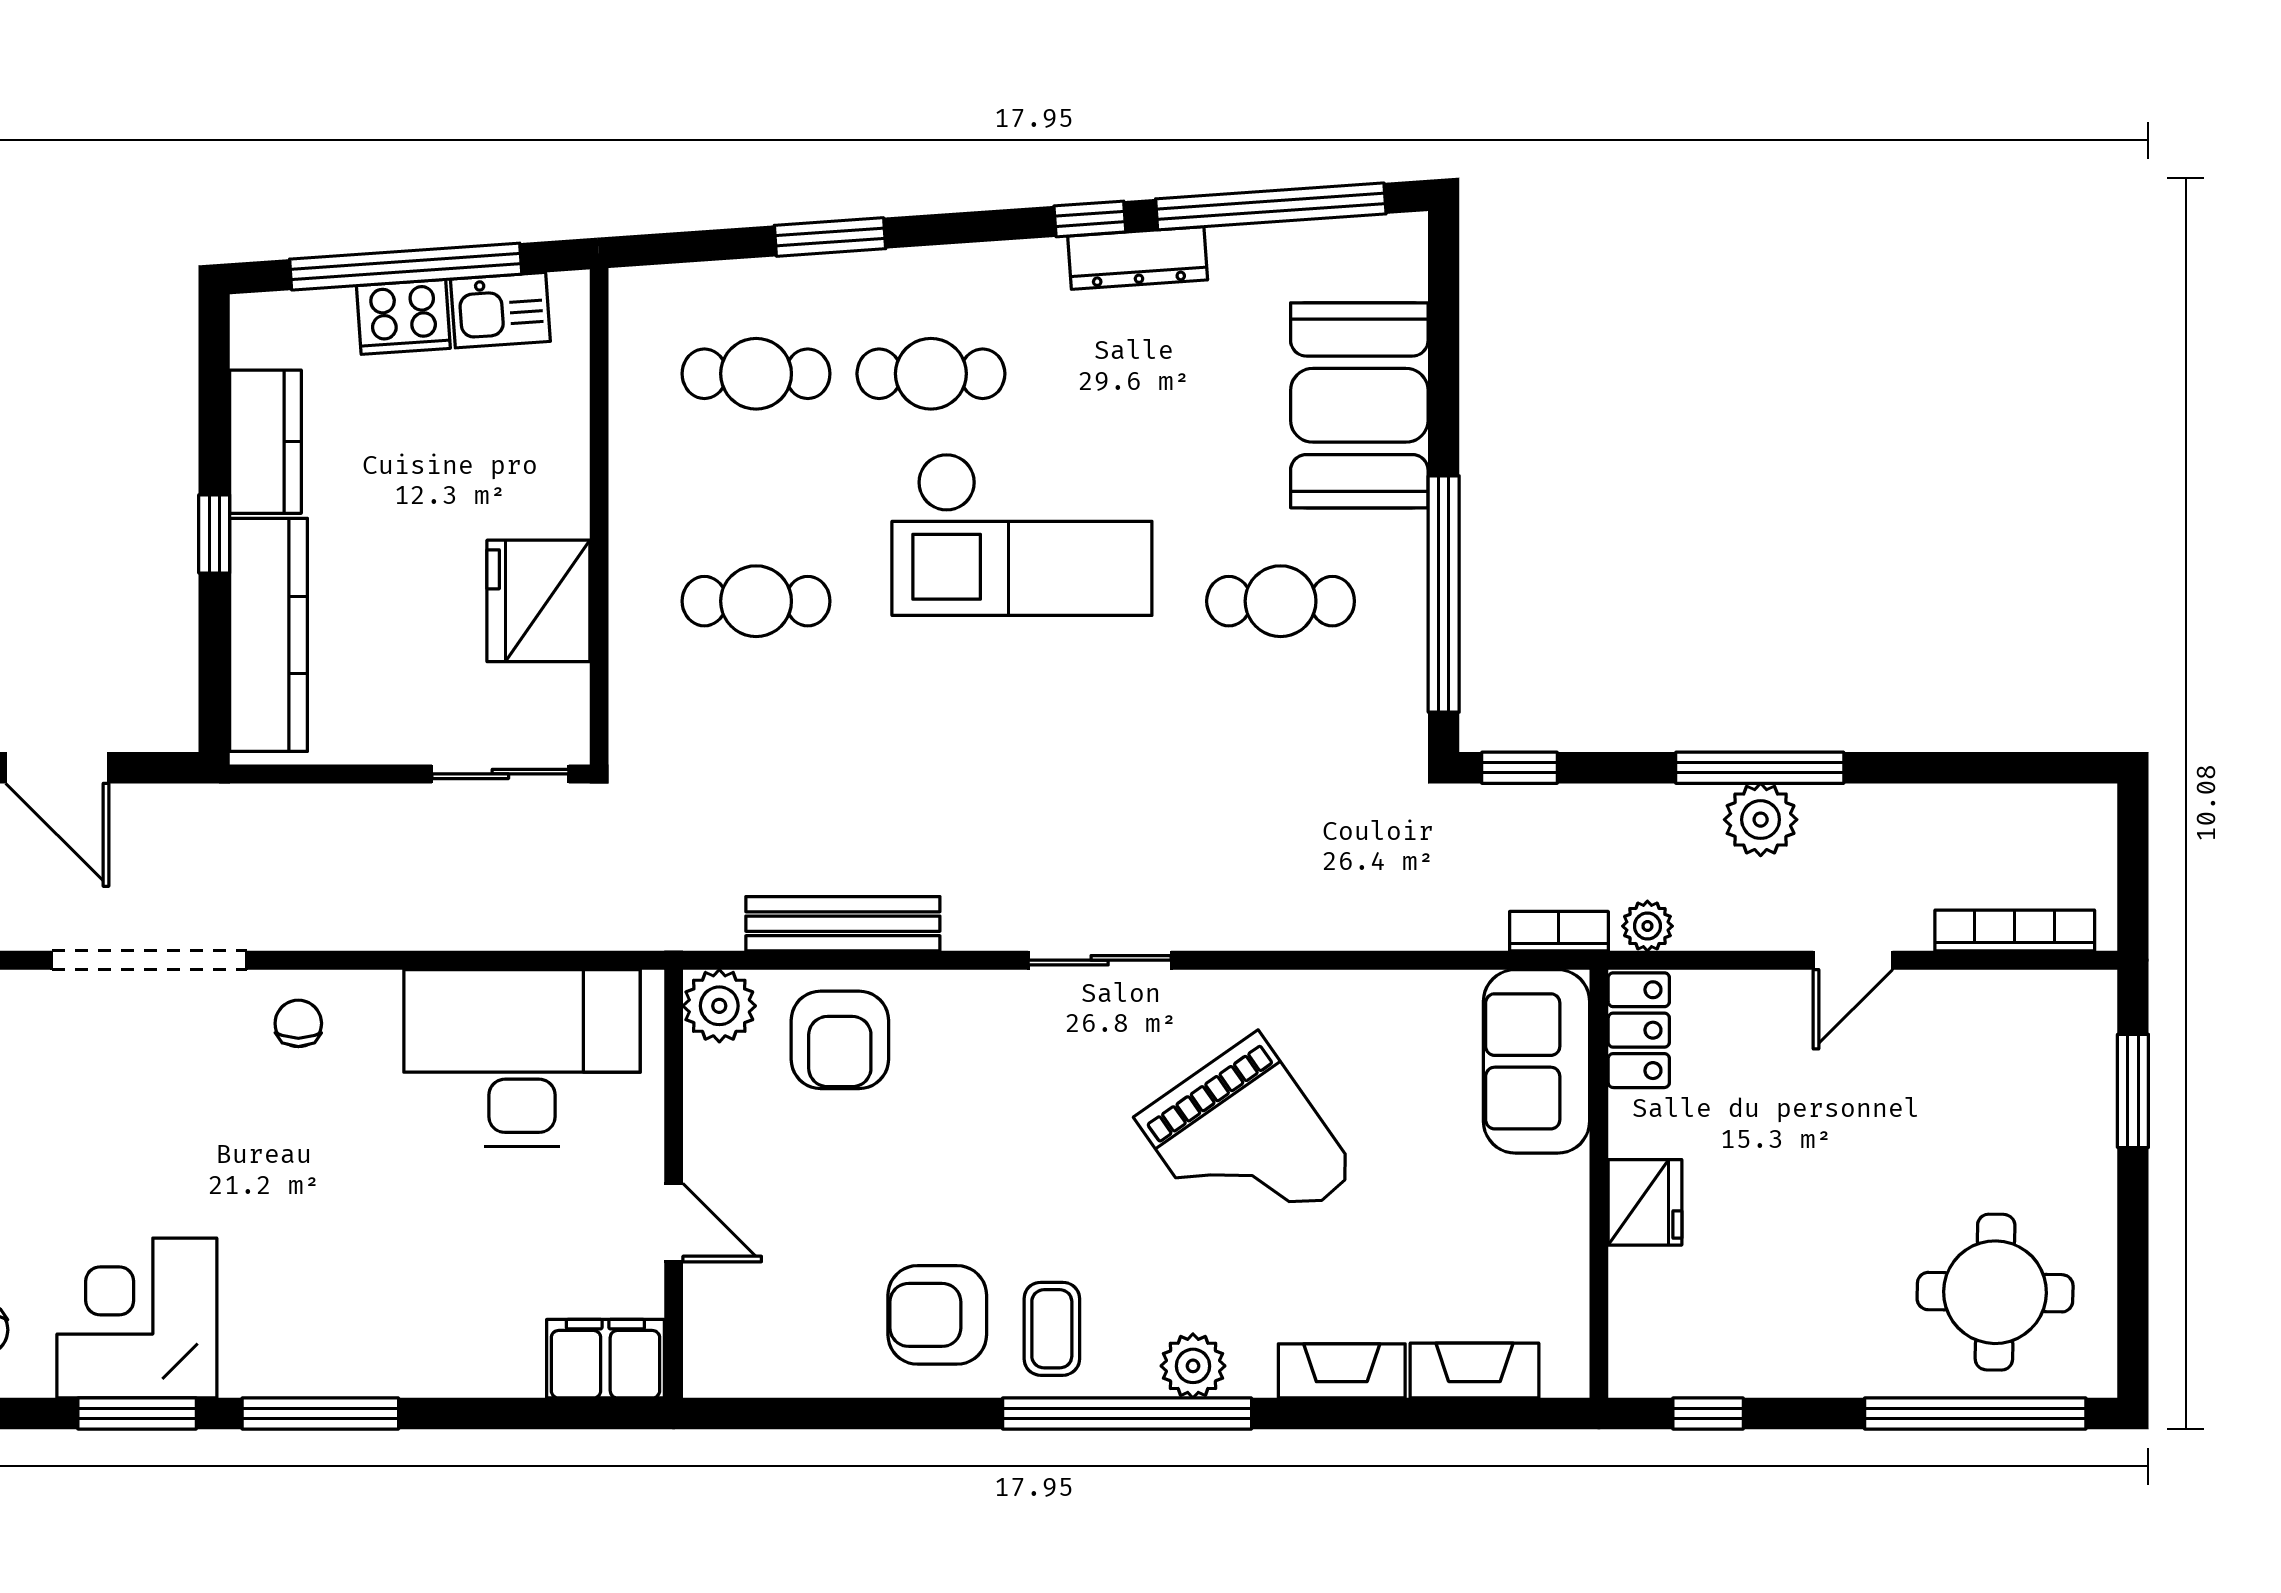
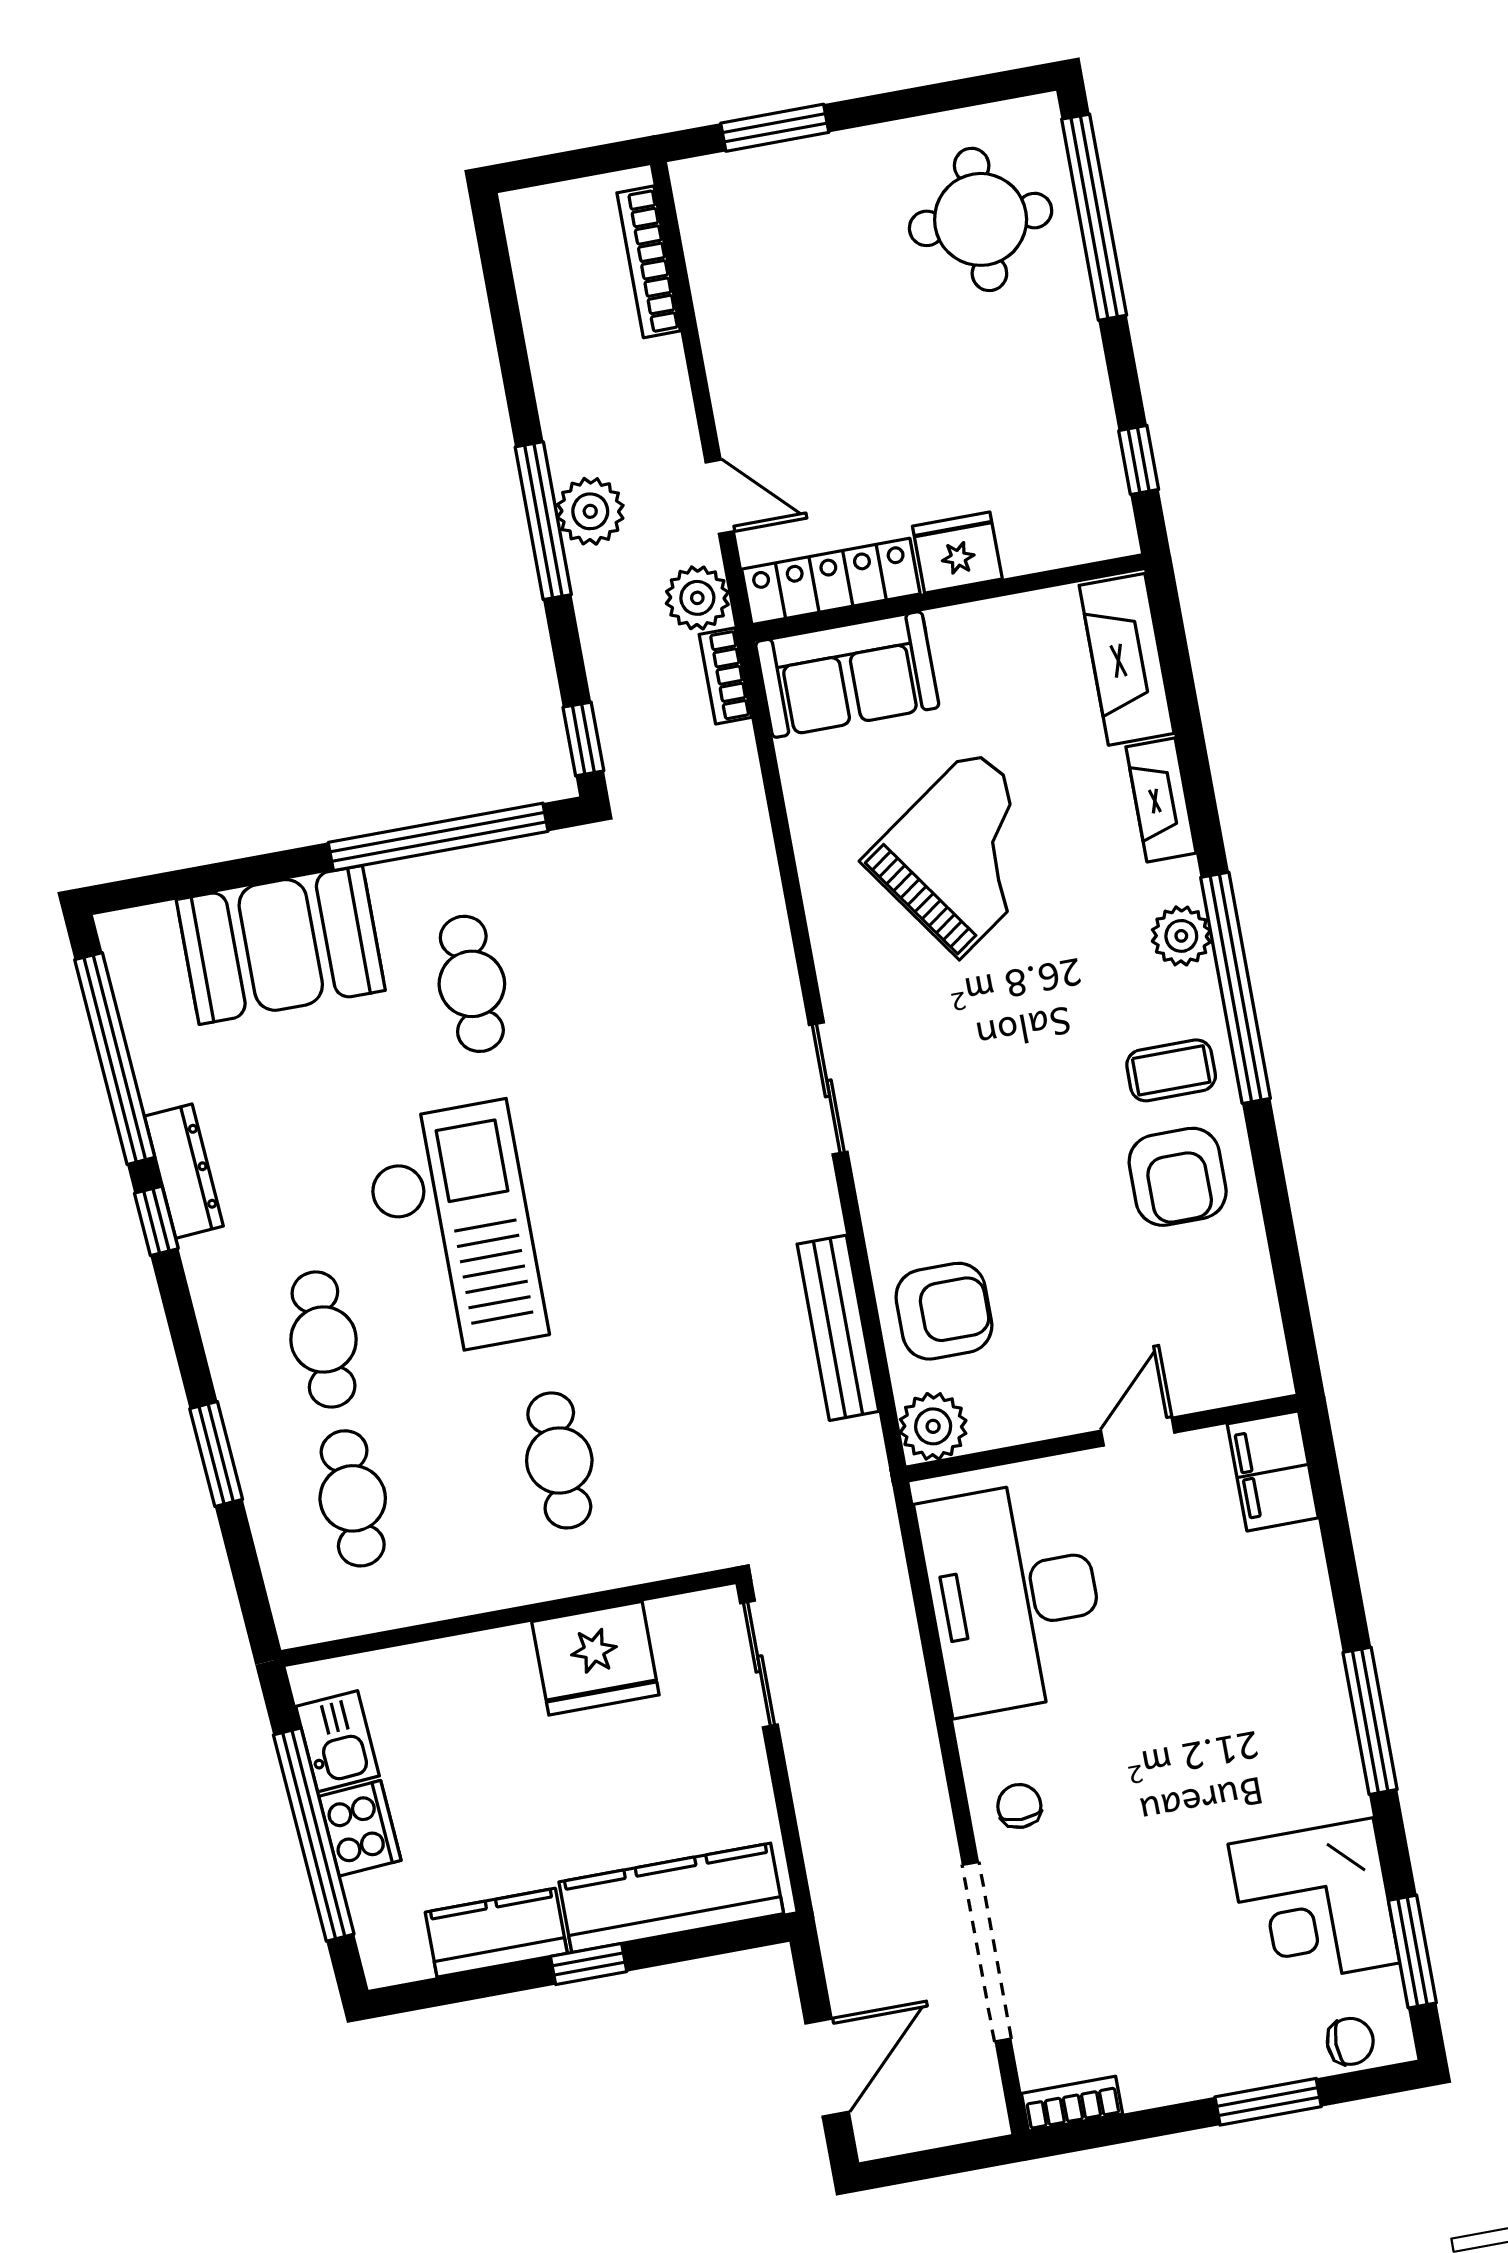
plant: (1647, 926) -> (697, 598), width x1.38, depth x1.38
door: (1853, 960) -> (720, 497), moved
chair: (298, 1023) -> (1019, 1806), turned 90
locker: (1639, 1030) -> (831, 581), width x1.53
grand piano: (1246, 1146) -> (966, 853), moved
fireplace: (1474, 1371) -> (1127, 659), width x1.37, depth x1.32
window: (137, 1414) -> (1412, 1952), moved

